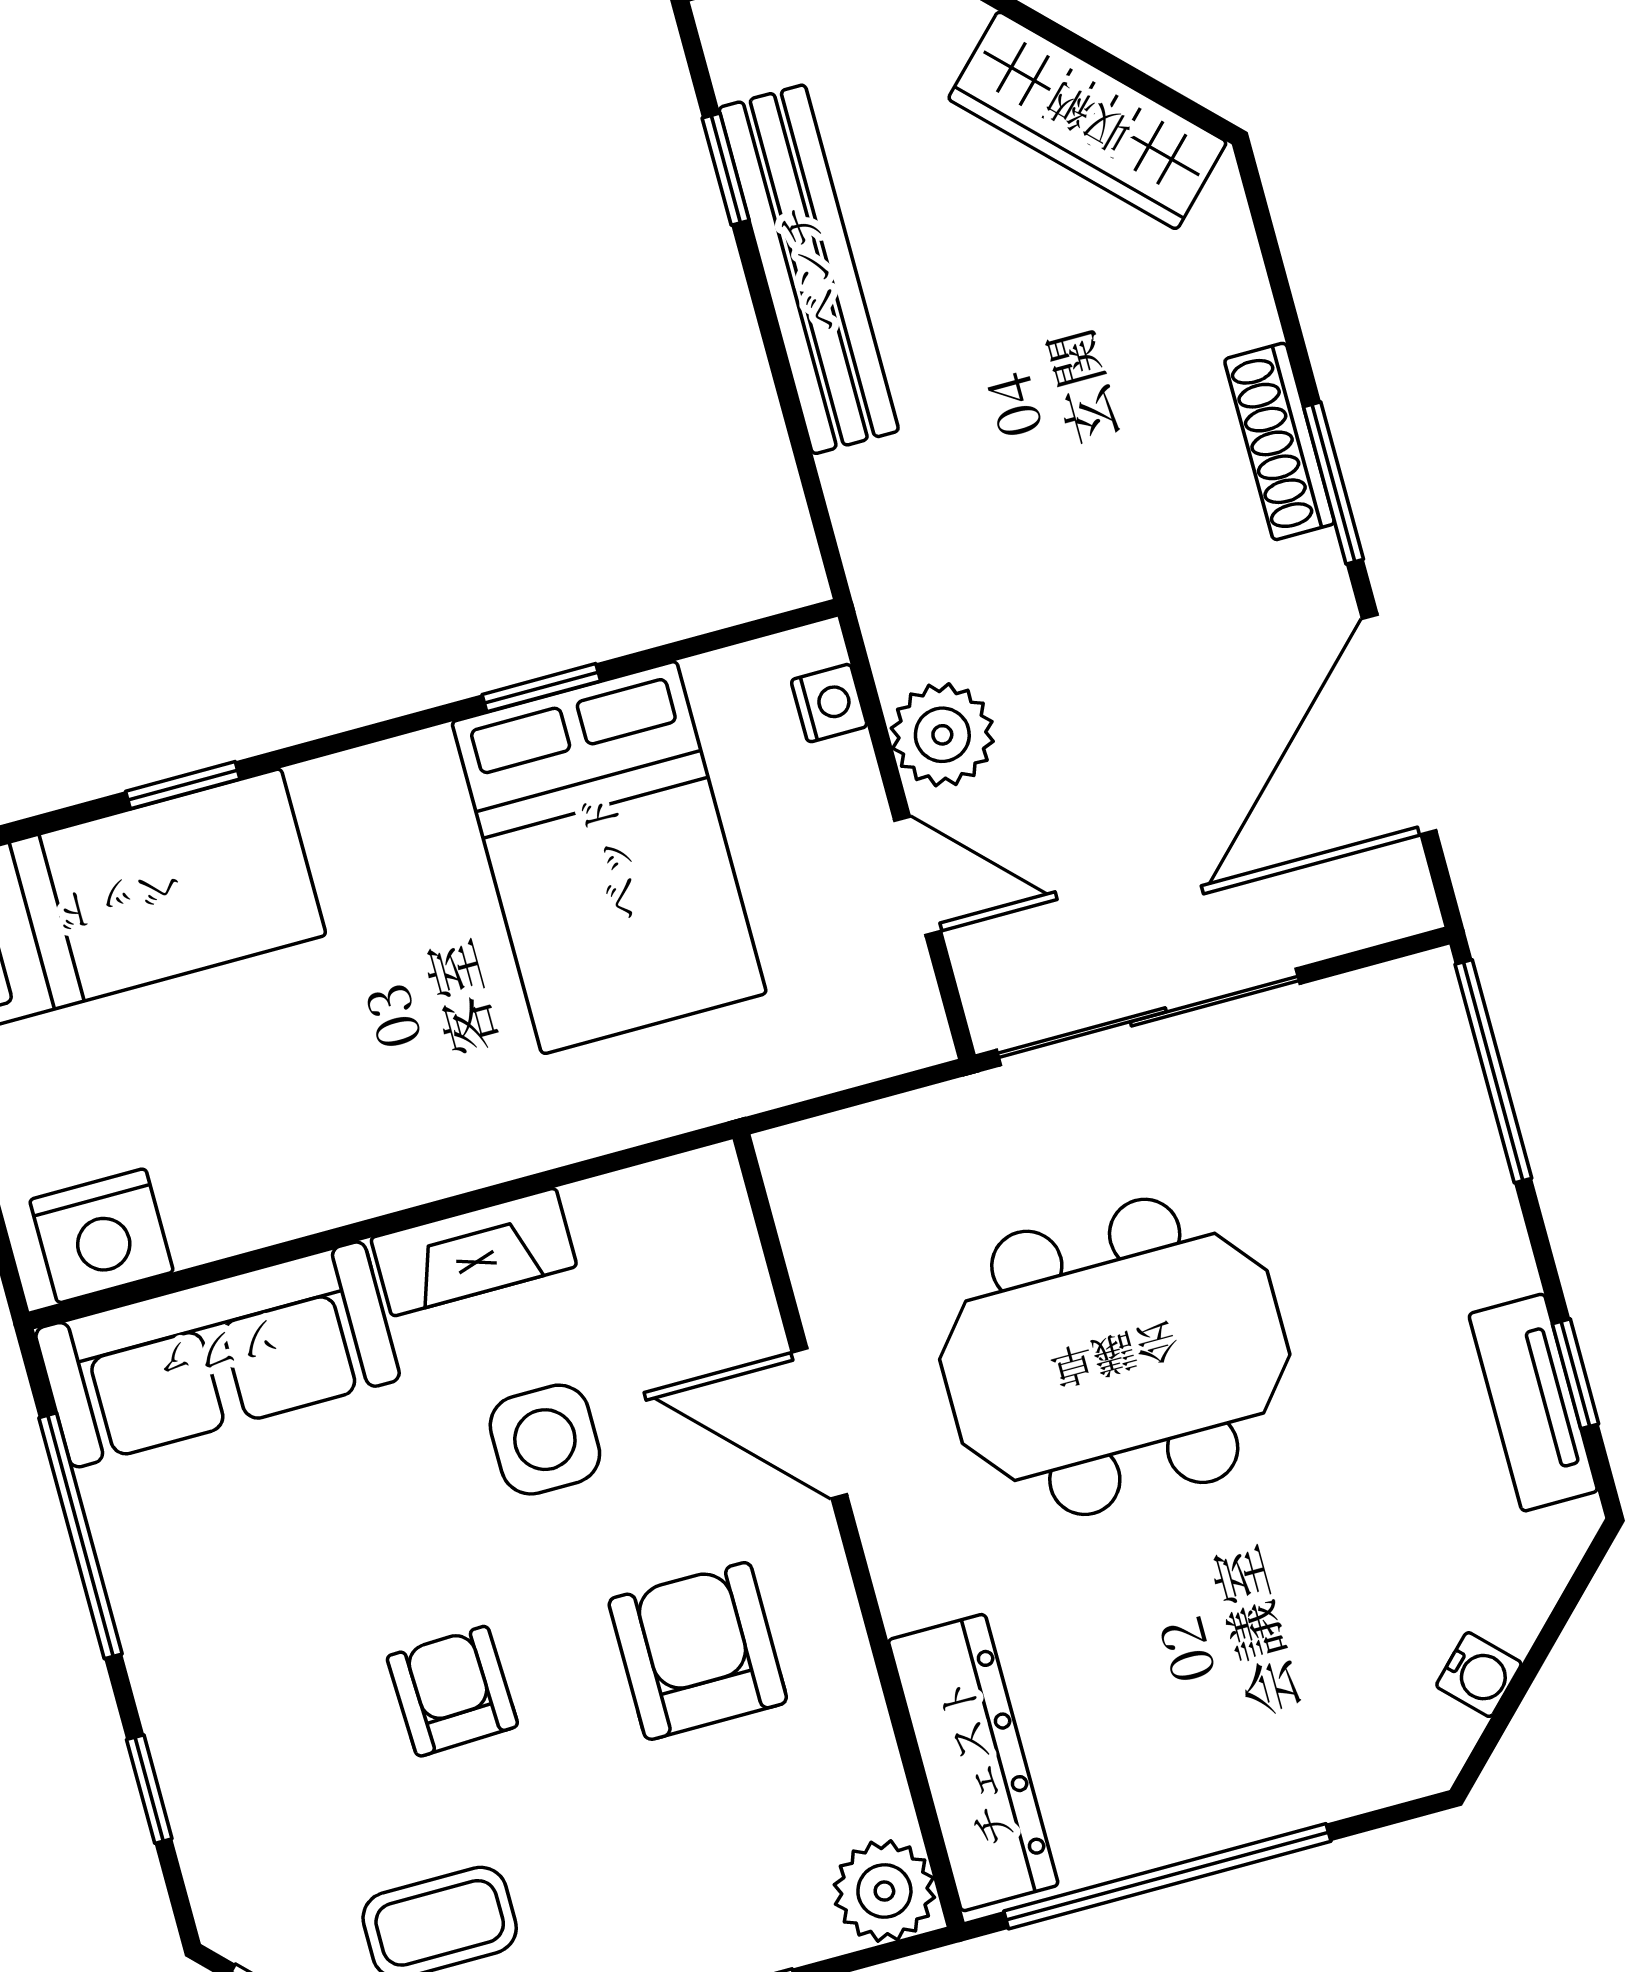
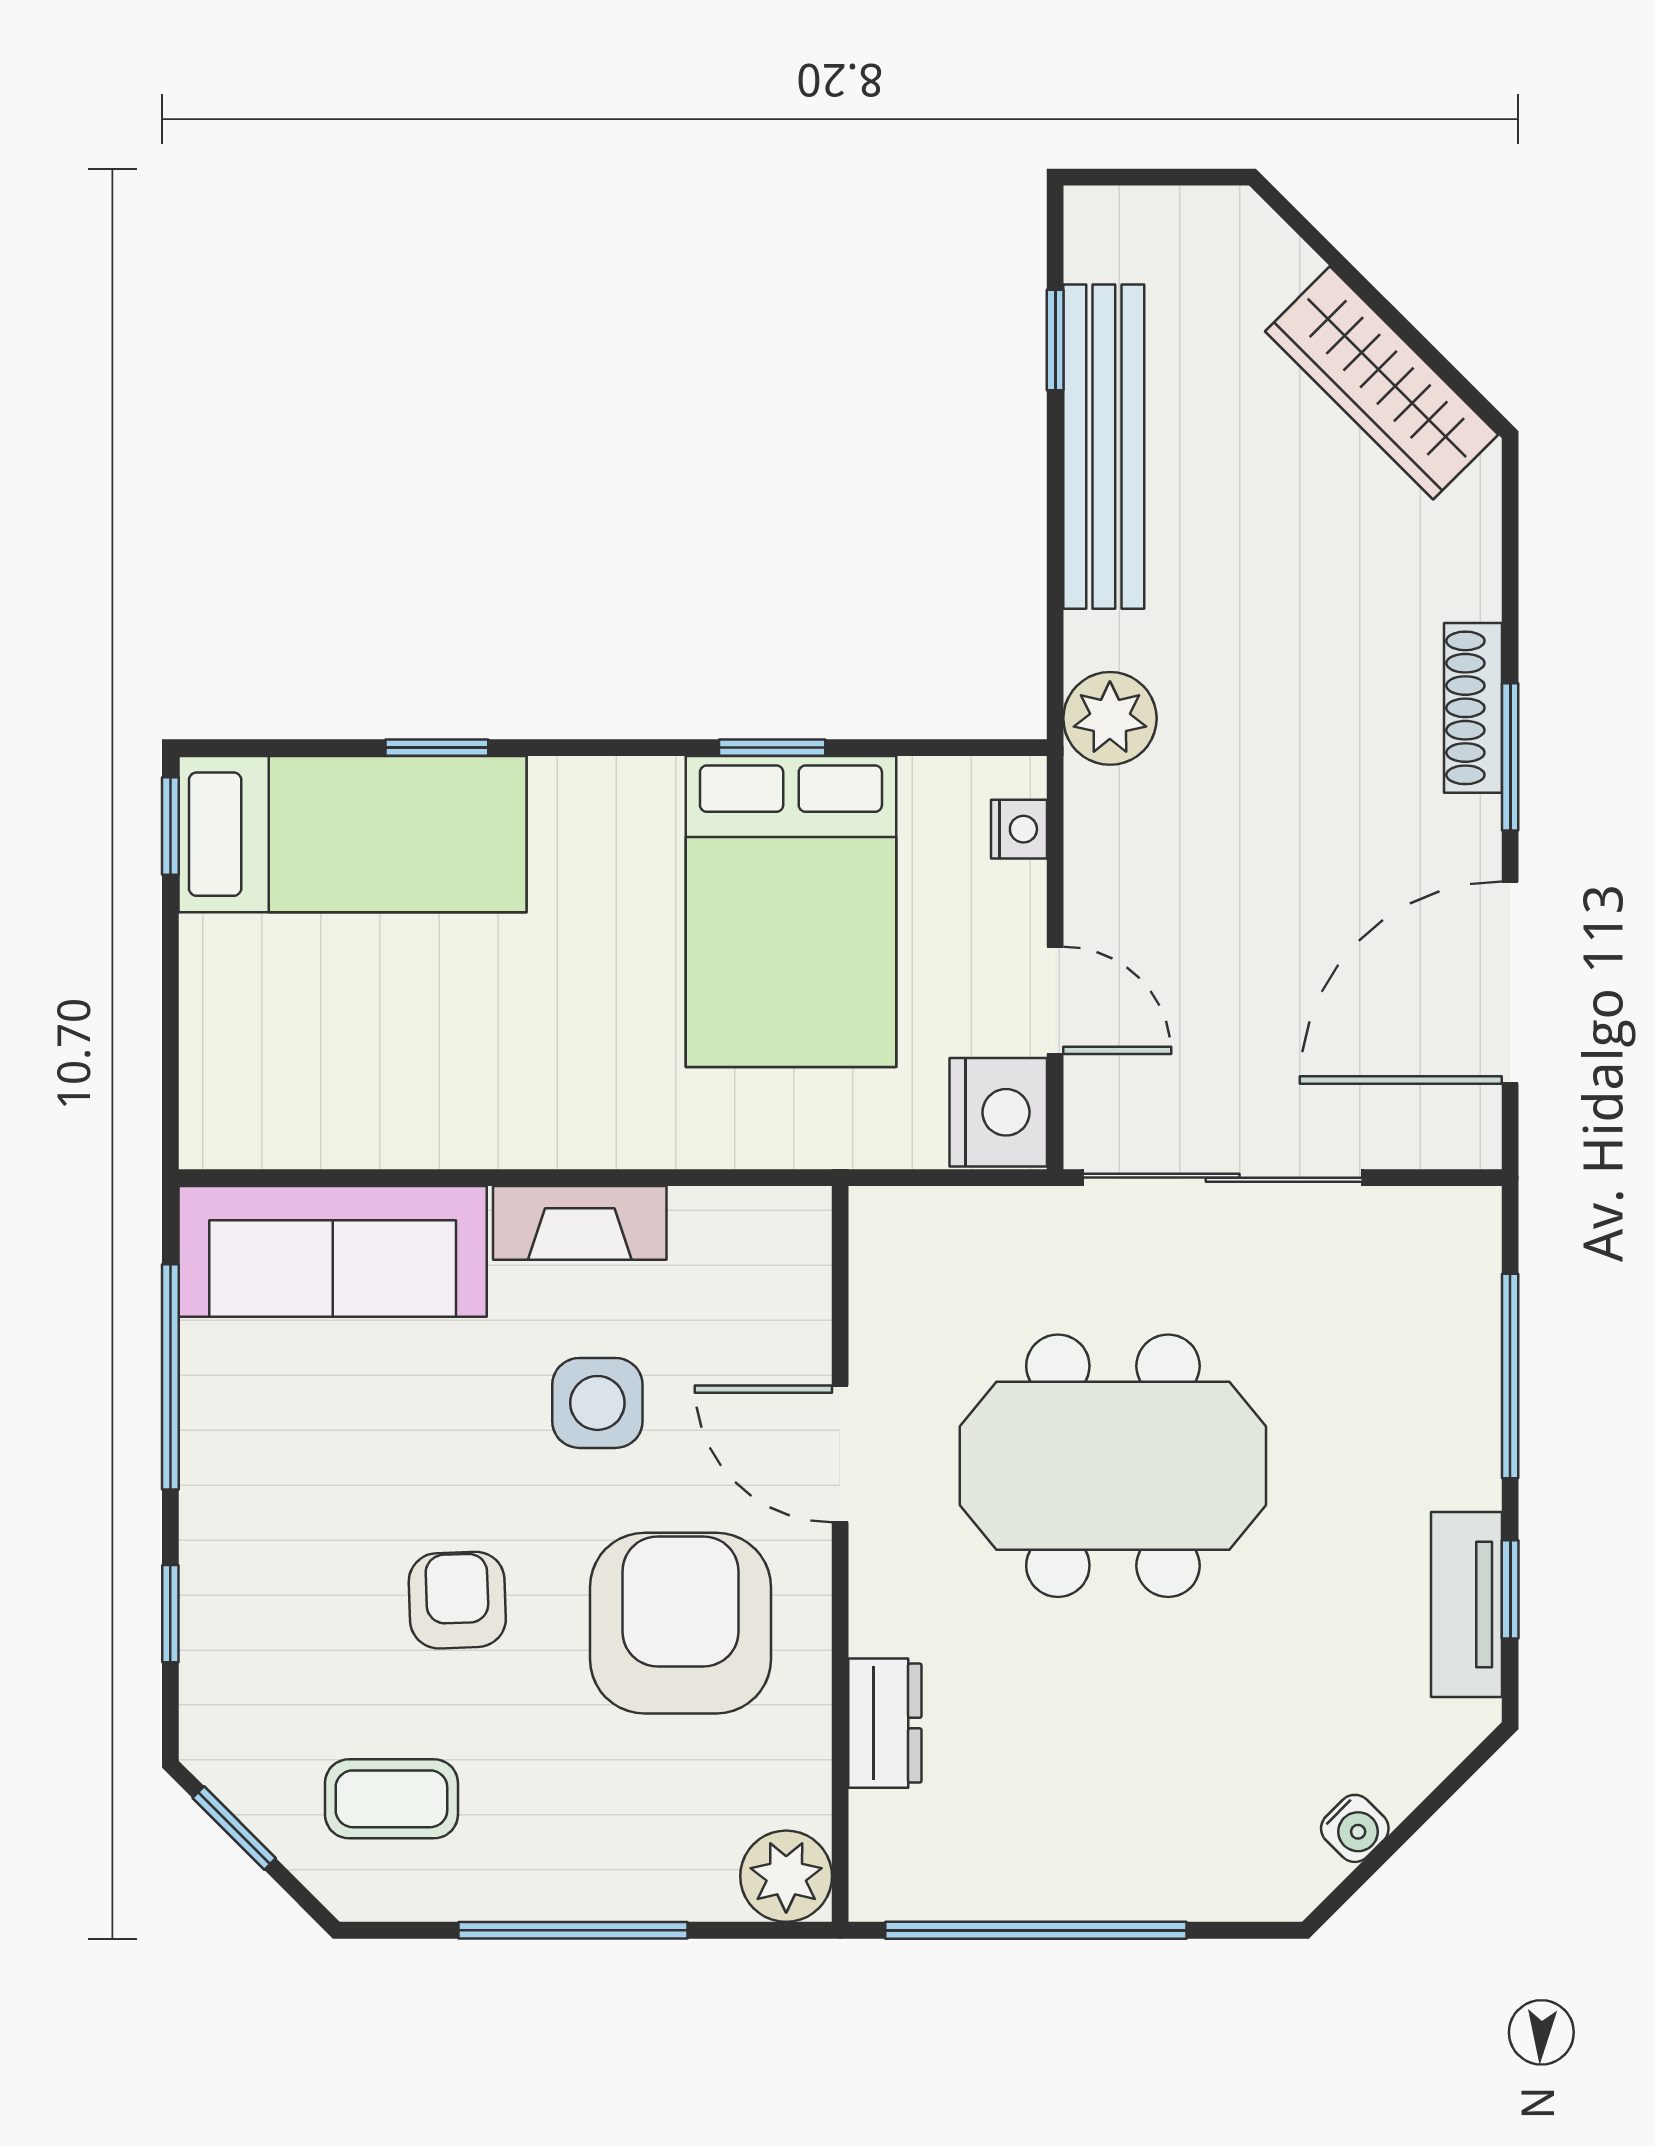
plant: (942, 735) -> (1110, 718), moved
window: (1493, 1071) -> (1510, 1376), moved
nightstand: (101, 1236) -> (998, 1112), moved, turned -90
armchair: (698, 1651) -> (680, 1623), width x1.36, depth x1.36
dresser: (973, 1763) -> (885, 1723), width x0.51, depth x0.80

